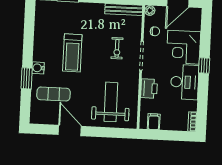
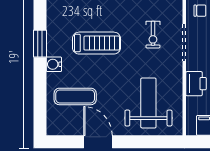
treadmill: (72, 53) -> (96, 43), turned -90
window: (27, 78) -> (40, 44), moved

